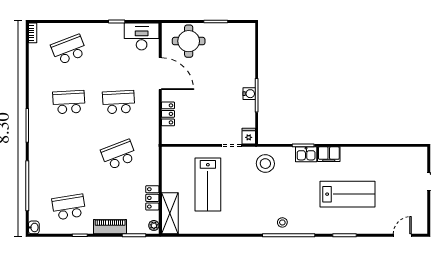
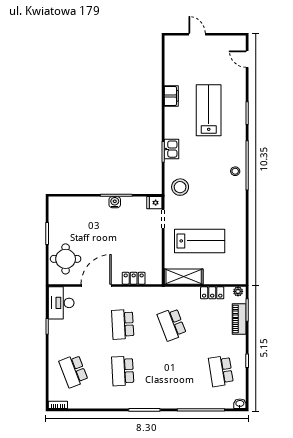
filing cabinet: (329, 154) -> (171, 96), moved
shelving: (170, 213) -> (184, 277), moved
piano: (110, 227) -> (239, 319), moved

